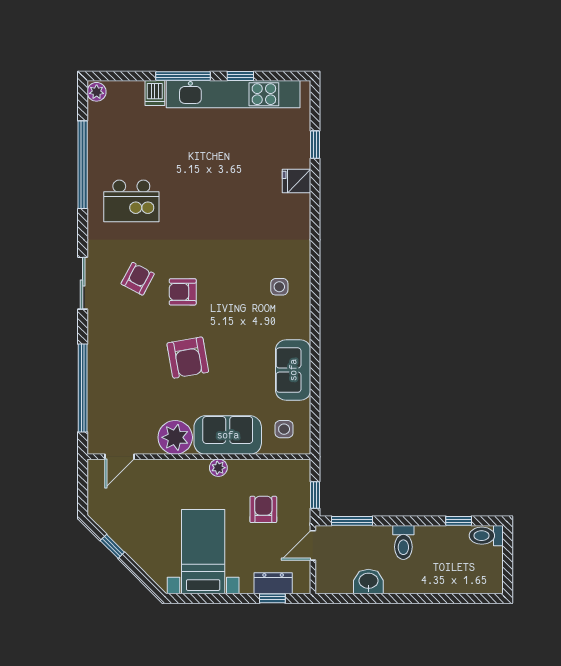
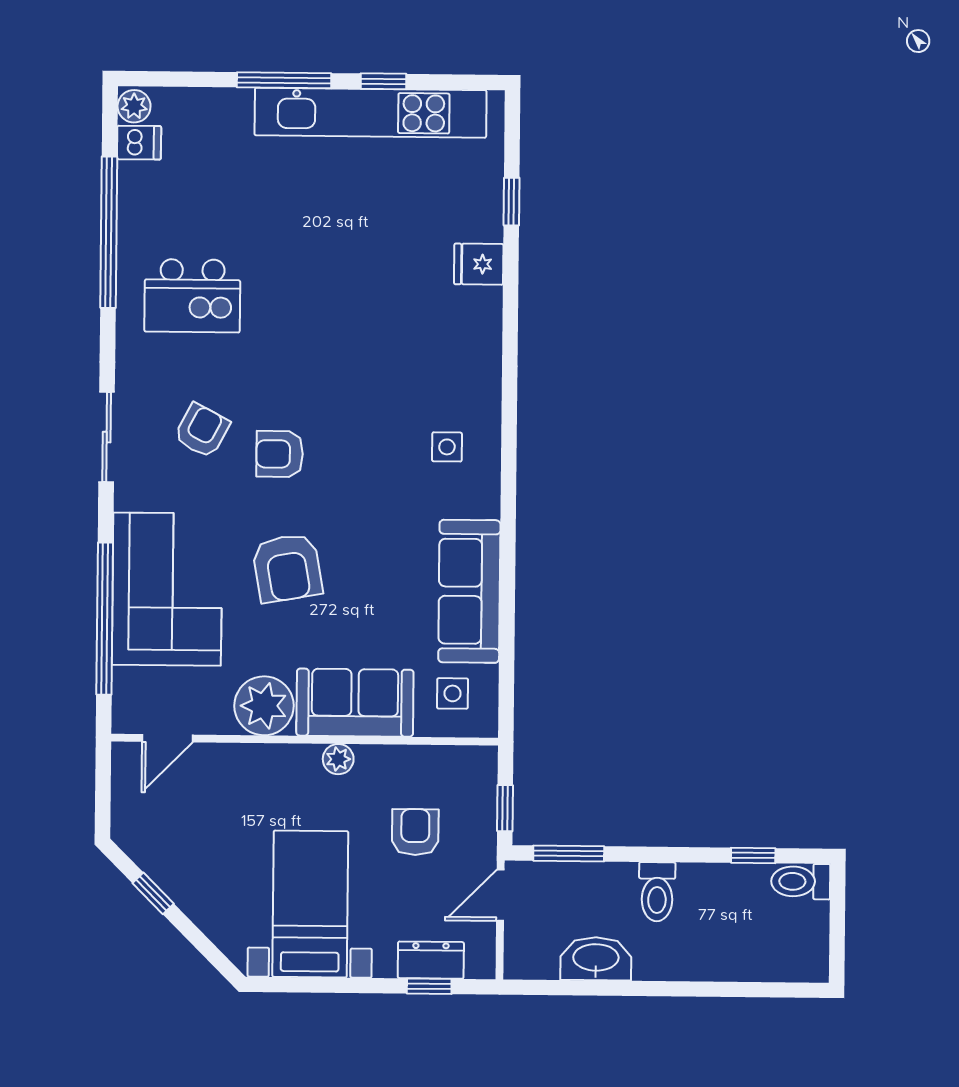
dishwasher: (155, 93) -> (139, 143), moved, turned -90
sofa: (293, 370) -> (469, 591), width x1.36
corner sofa: (118, 371) -> (167, 589), added
washbasin: (368, 581) -> (596, 959), width x1.38

